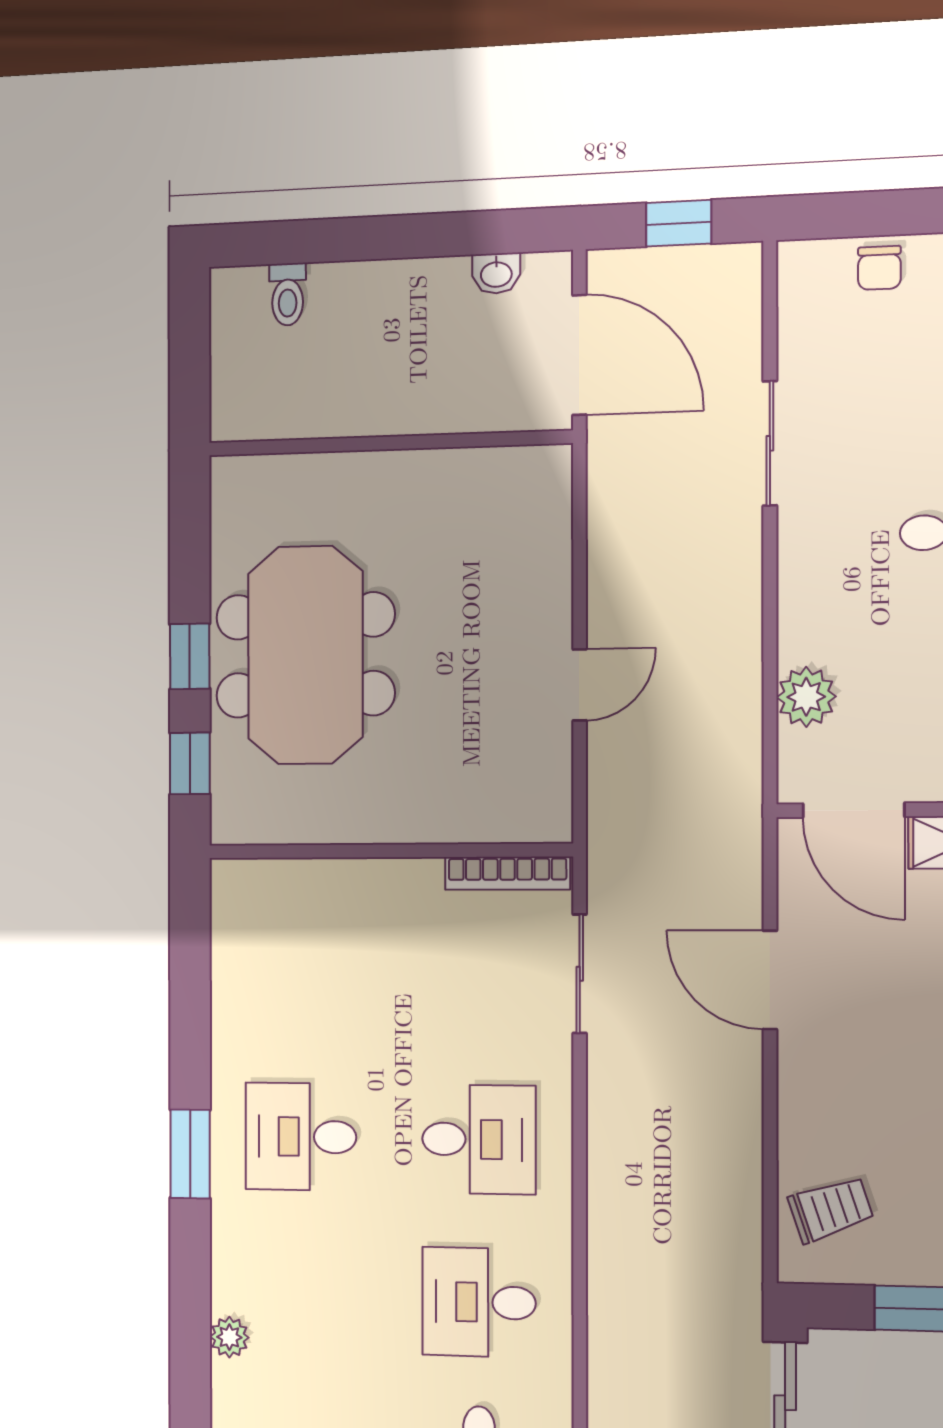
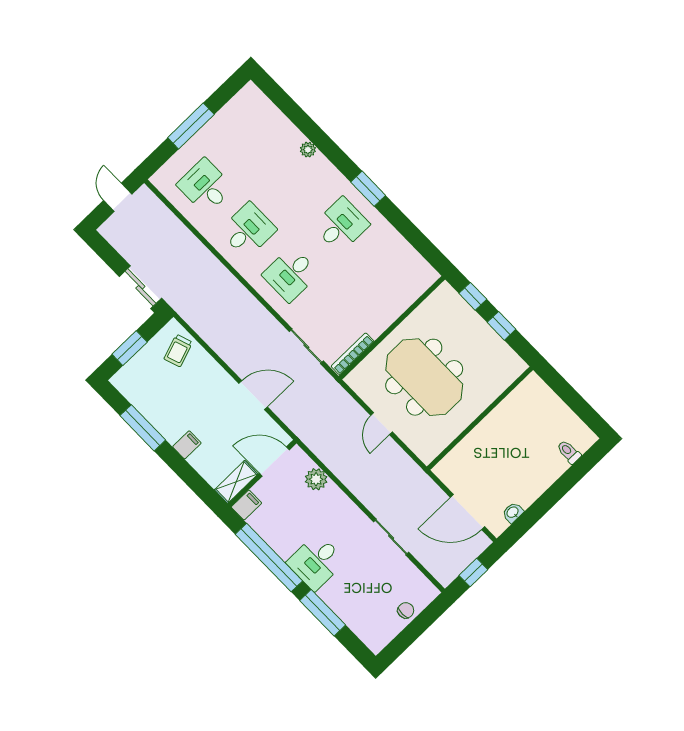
chair: (879, 268) -> (406, 610), turned 90
wall: (389, 443) -> (480, 418), moved
meeting table: (305, 655) -> (424, 377), moved

